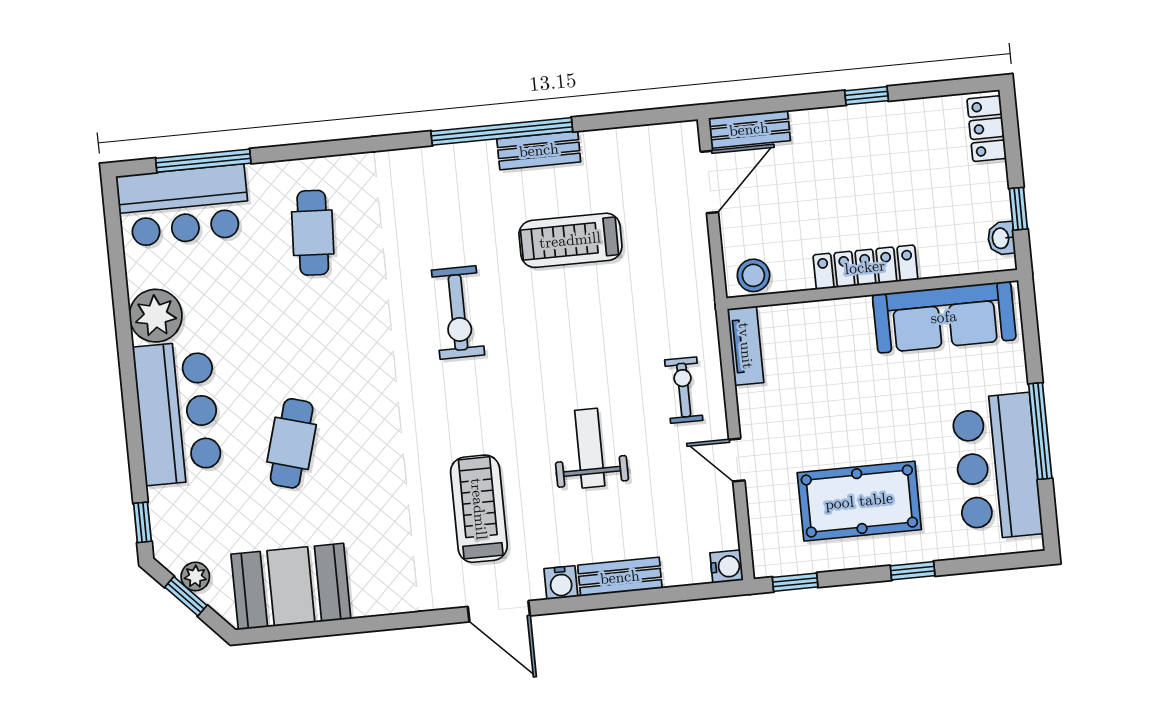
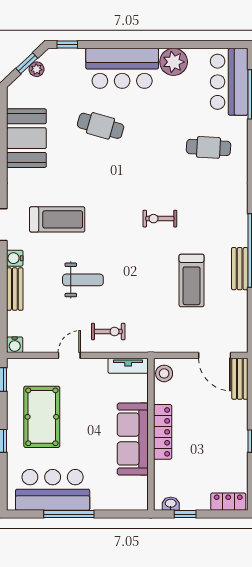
treadmill: (570, 240) -> (192, 280), turned 180
exercise bike: (458, 312) -> (160, 219), width x0.73, depth x0.72
sofa: (944, 317) -> (133, 439), moved
booth: (291, 586) -> (26, 138), moved

